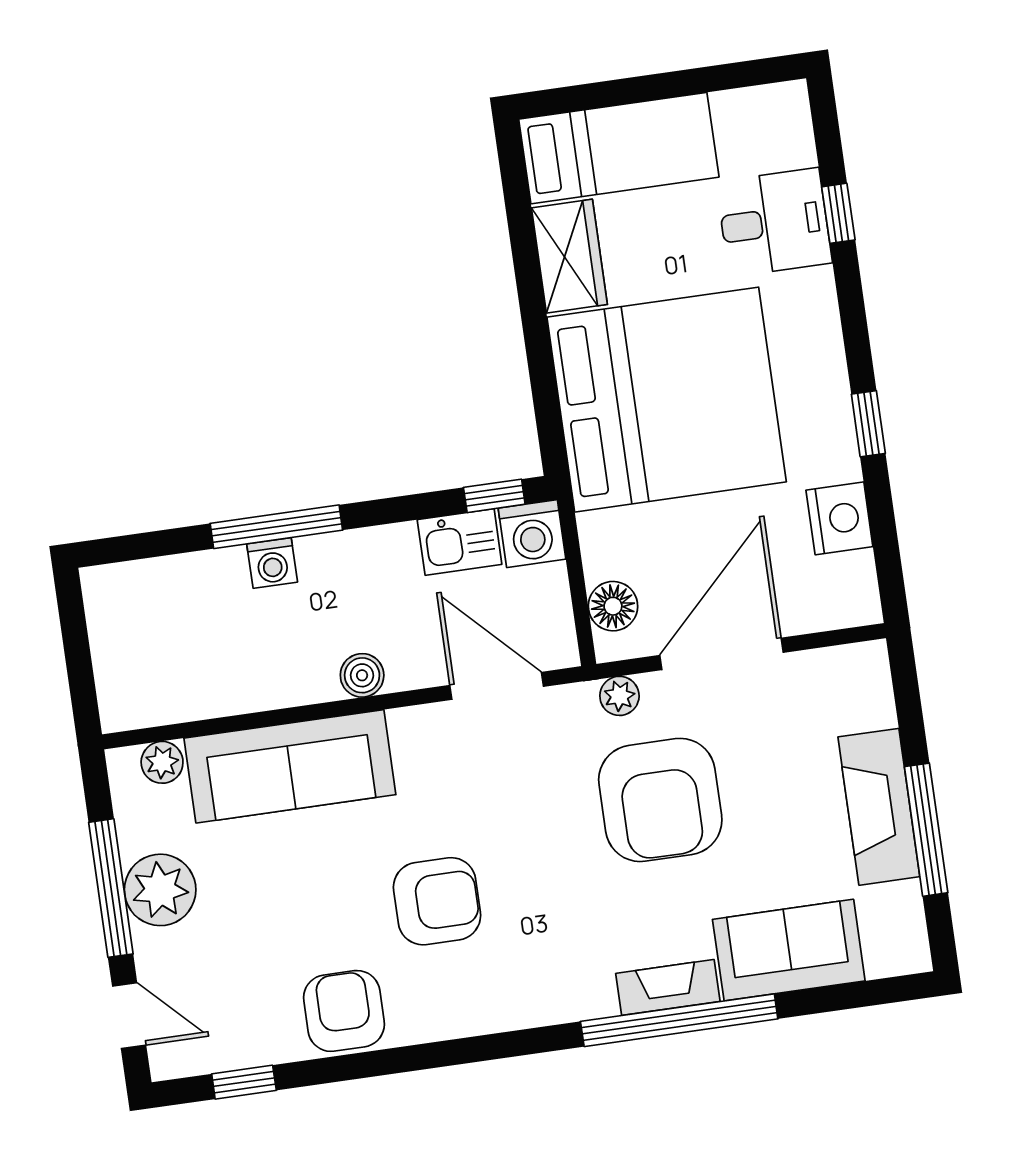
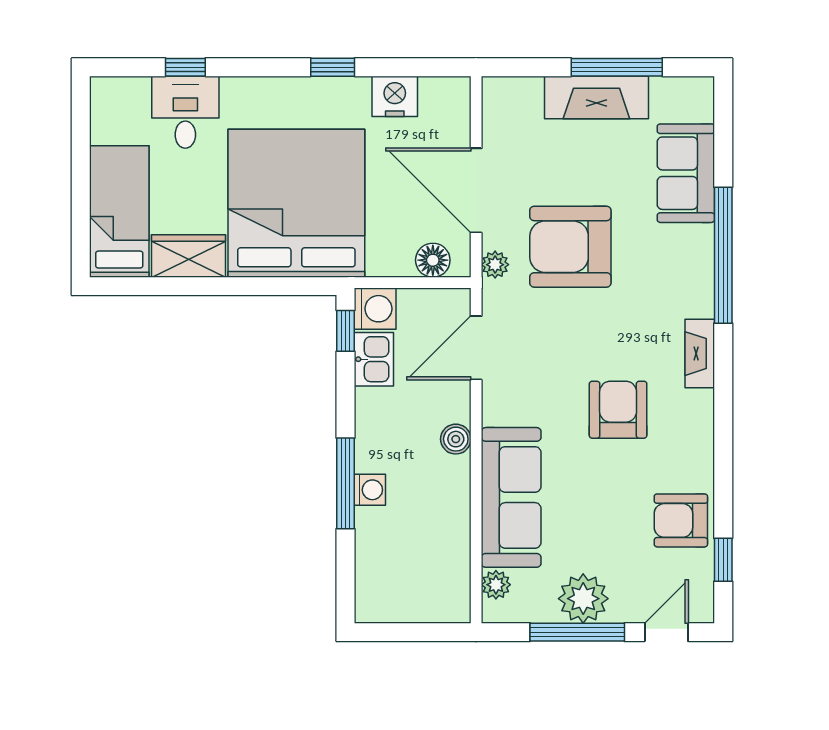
armchair: (660, 800) -> (570, 247), turned 180
fireplace: (668, 987) -> (700, 354), moved
armchair: (344, 1011) -> (681, 520), moved

